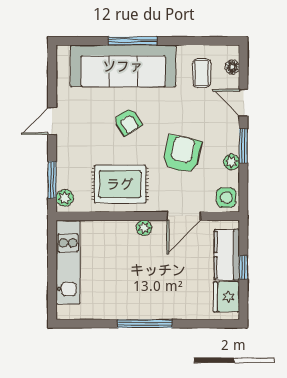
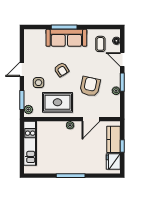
sofa: (123, 66) -> (66, 38), width x0.74, depth x0.79
side table: (226, 198) -> (38, 83), moved

